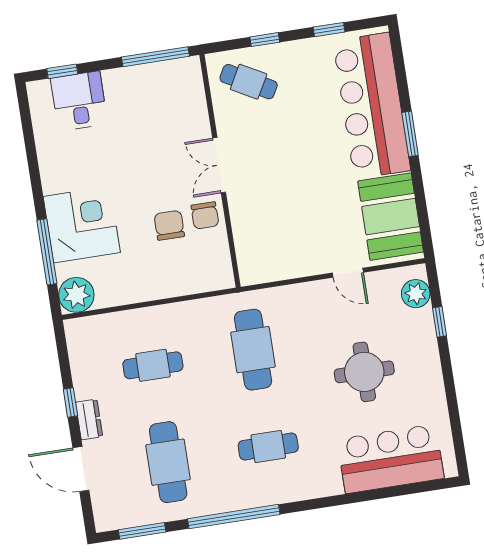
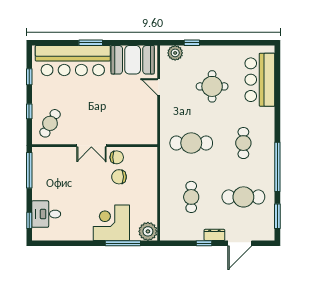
door: (348, 273) -> (159, 87), swing flipped

